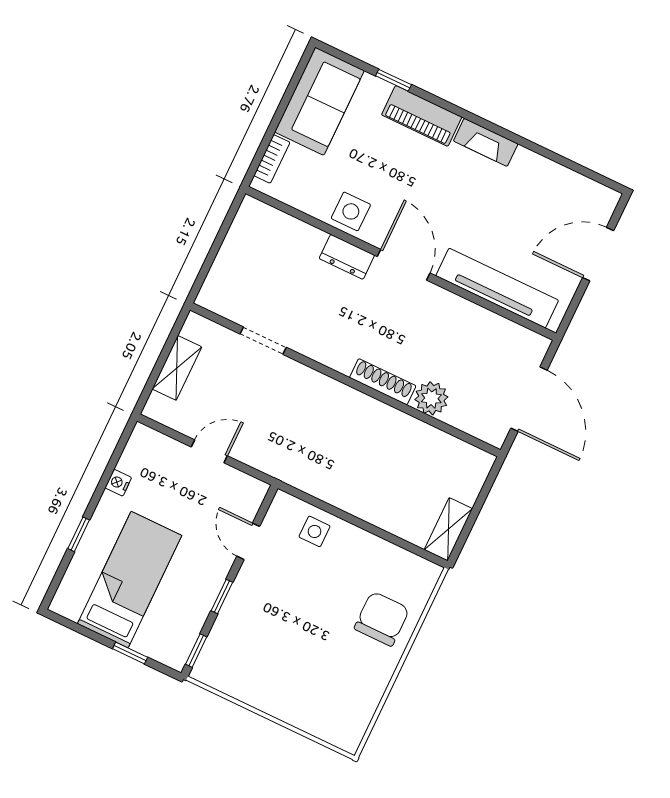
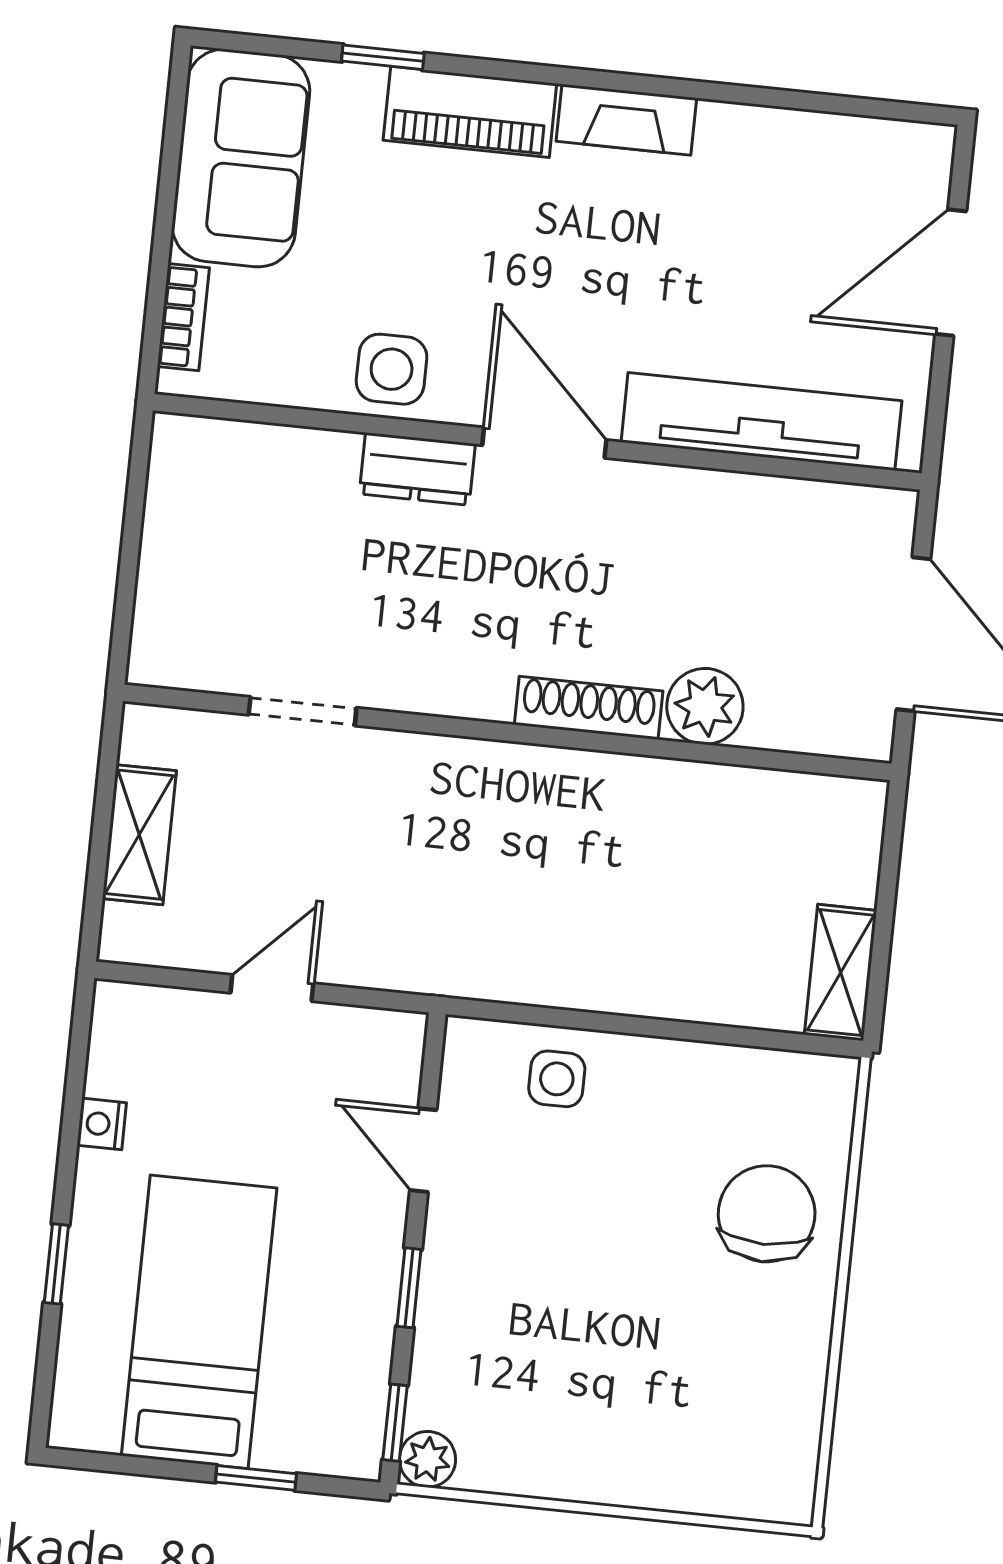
plant: (204, 671) -> (428, 1459), added

